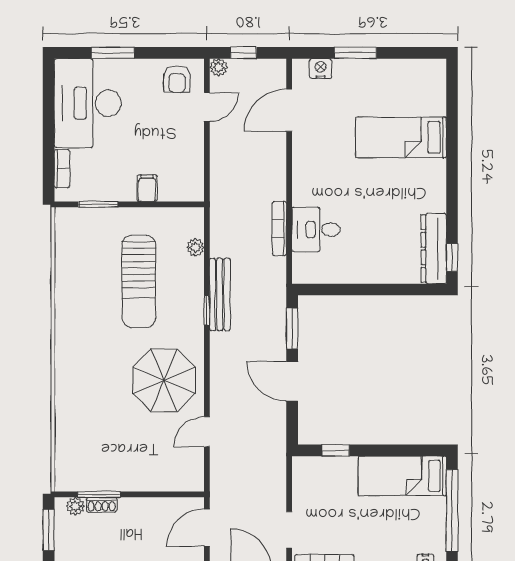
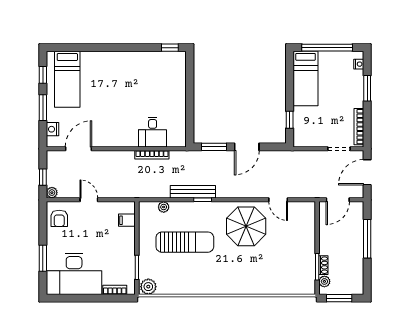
window: (408, 53) -> (43, 75), added
armchair: (177, 79) -> (59, 218), turned 90
door: (207, 107) -> (89, 200), moved
door: (289, 110) -> (78, 149), swing flipped
bed: (401, 137) -> (67, 79), moved
filing cabinet: (147, 188) -> (127, 220), moved
plant: (67, 223) -> (148, 287), added
dresser: (434, 249) -> (164, 59), removed
door: (207, 528) -> (338, 200), hinge flipped

